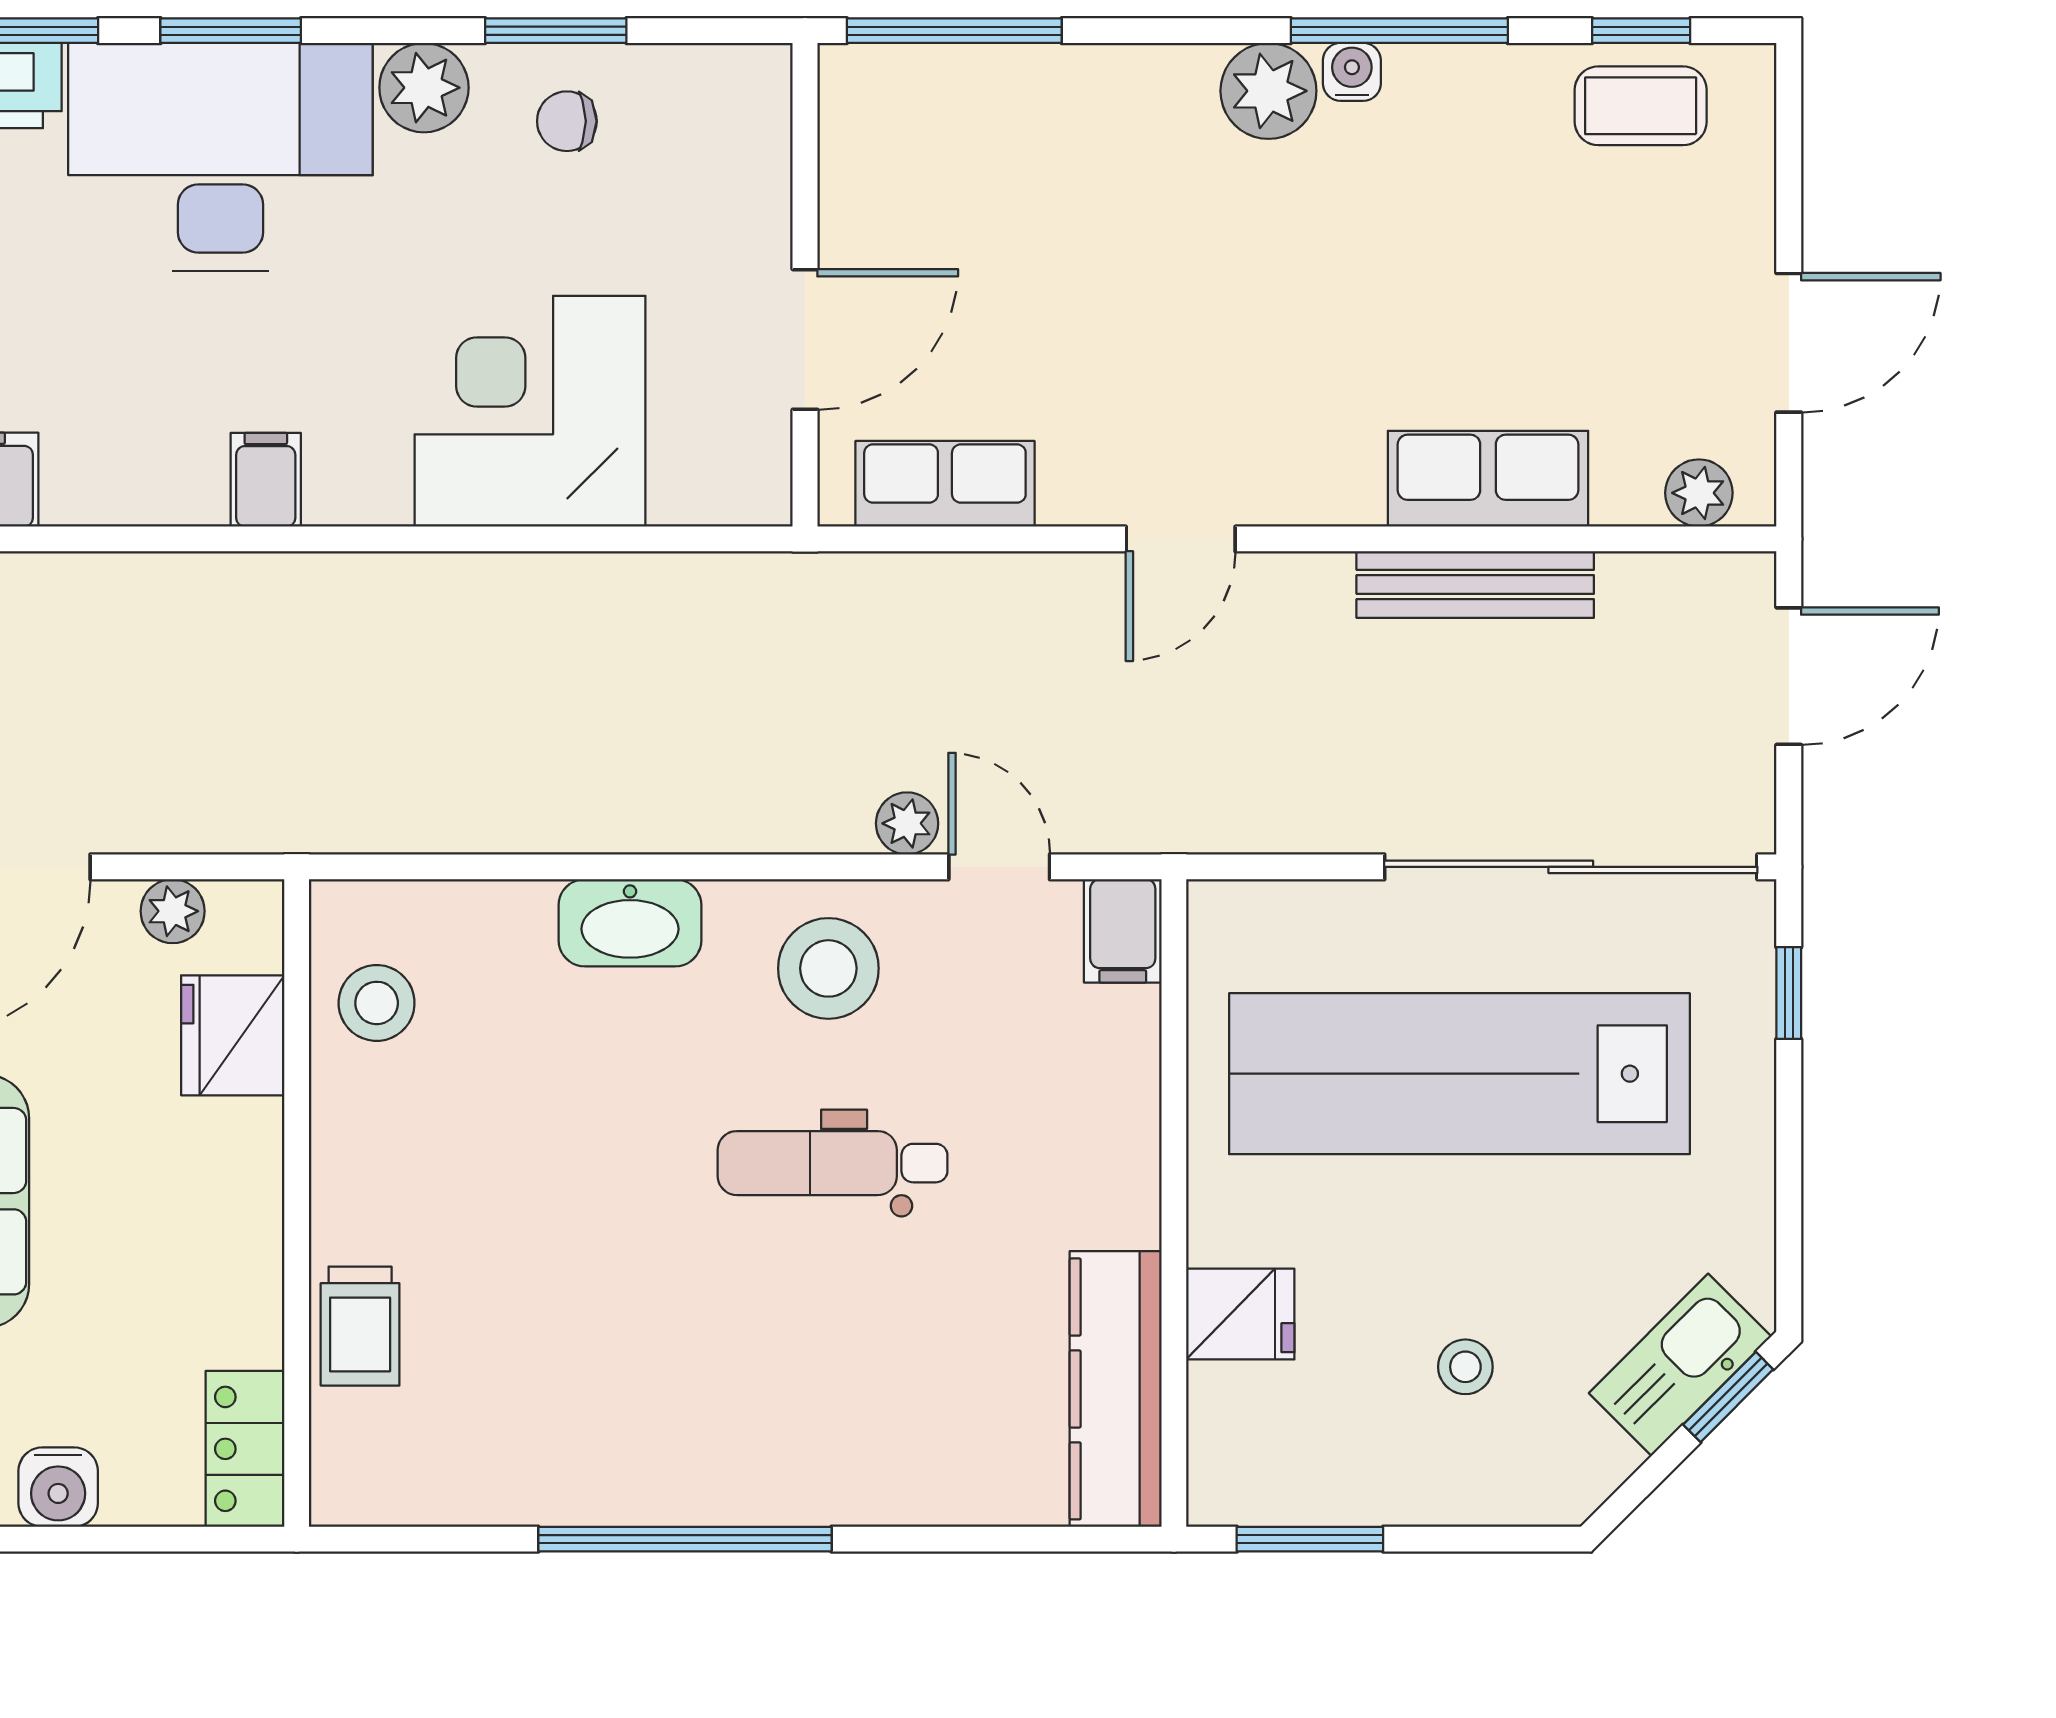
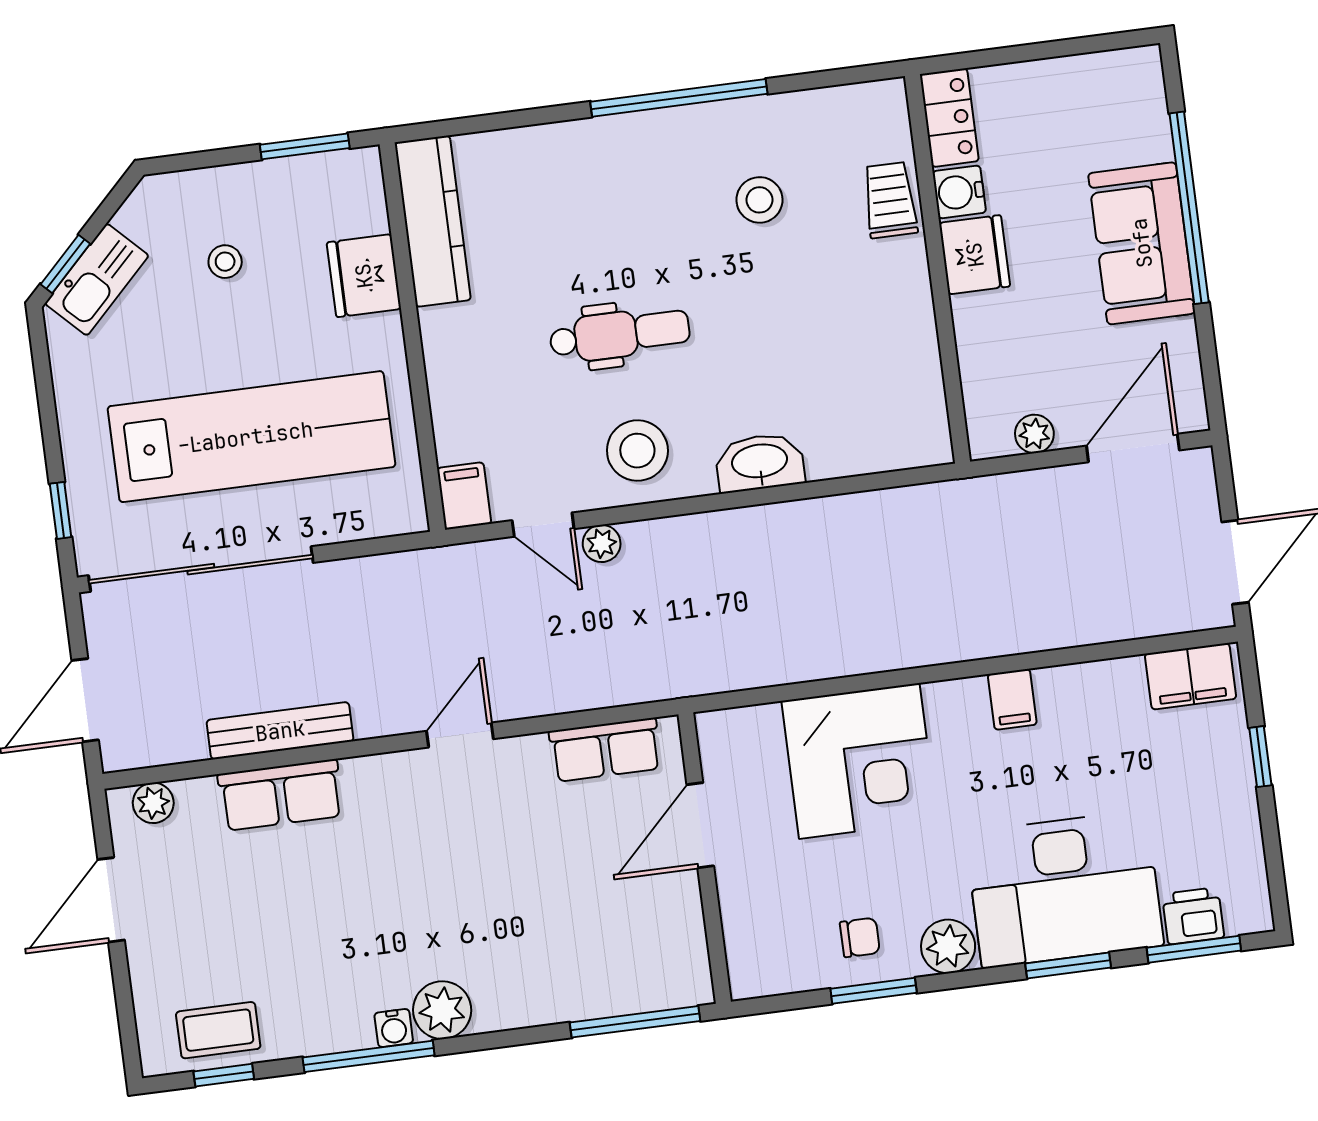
stool: (377, 1003) -> (759, 200), moved
fridge: (233, 1035) -> (975, 255), moved
fridge: (1240, 1314) -> (364, 276), width x1.38
water cooler: (58, 1487) -> (959, 192), moved, turned -90

